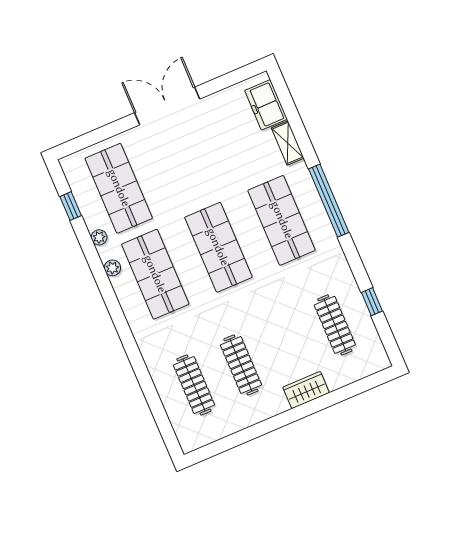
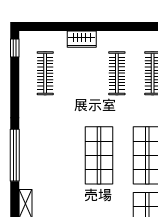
shop shelf: (282, 220) -> (51, 155), removed
window: (372, 302) -> (15, 48), moved

